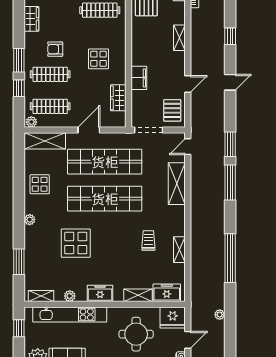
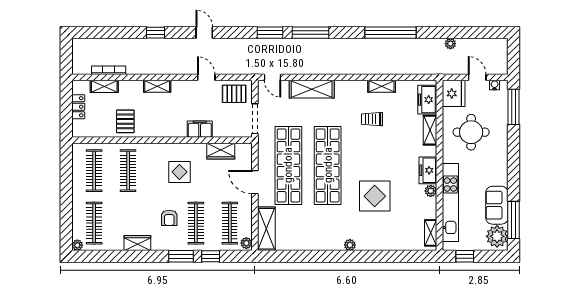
display table: (40, 184) -> (312, 234), removed
window: (19, 262) -> (394, 256), removed
plant: (70, 296) -> (431, 191), moved

